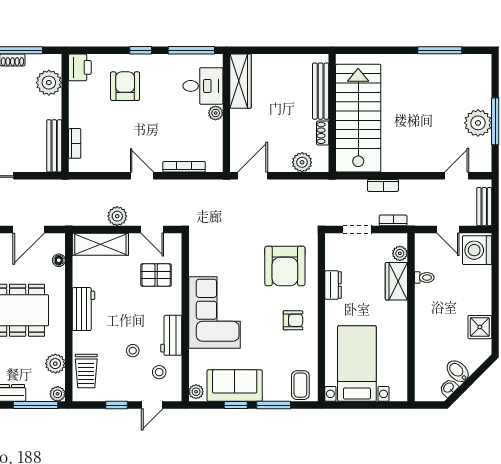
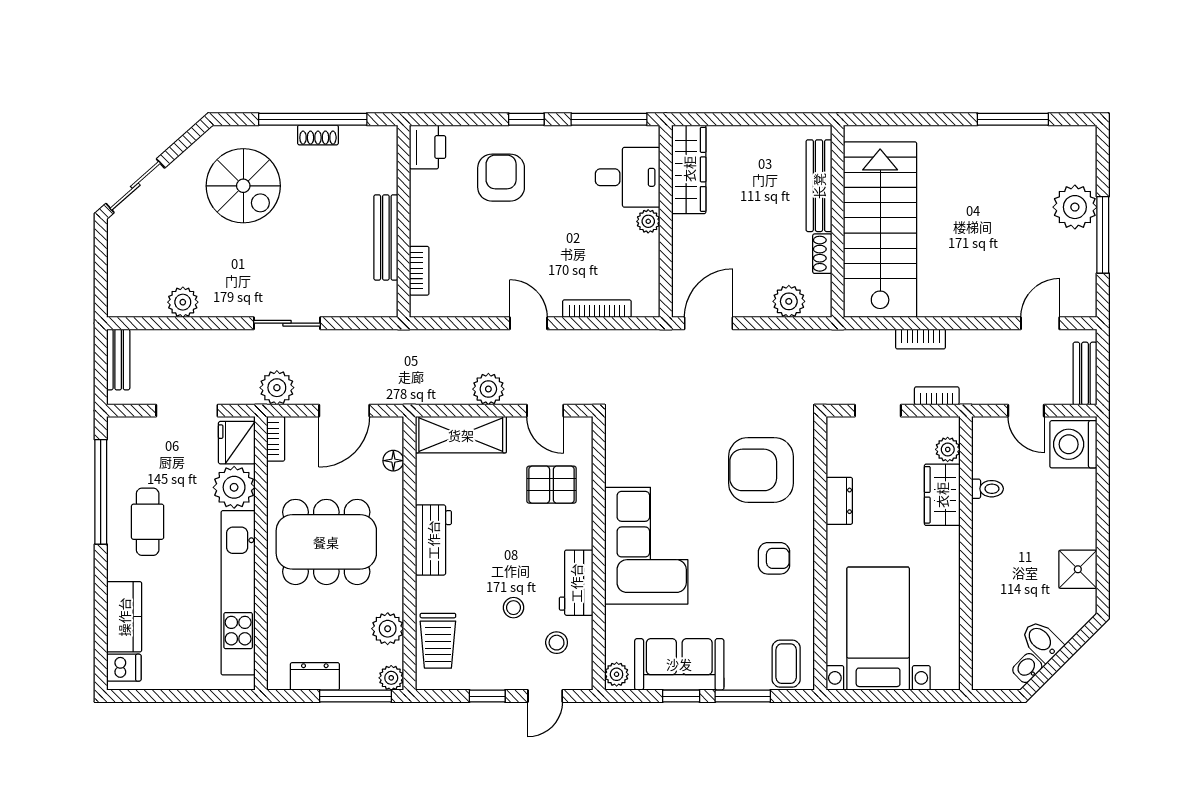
plant: (49, 83) -> (377, 172), removed
plant: (478, 123) -> (1075, 207), moved
bench: (54, 146) -> (386, 237), moved
armchair: (285, 266) -> (761, 470), turned 90

